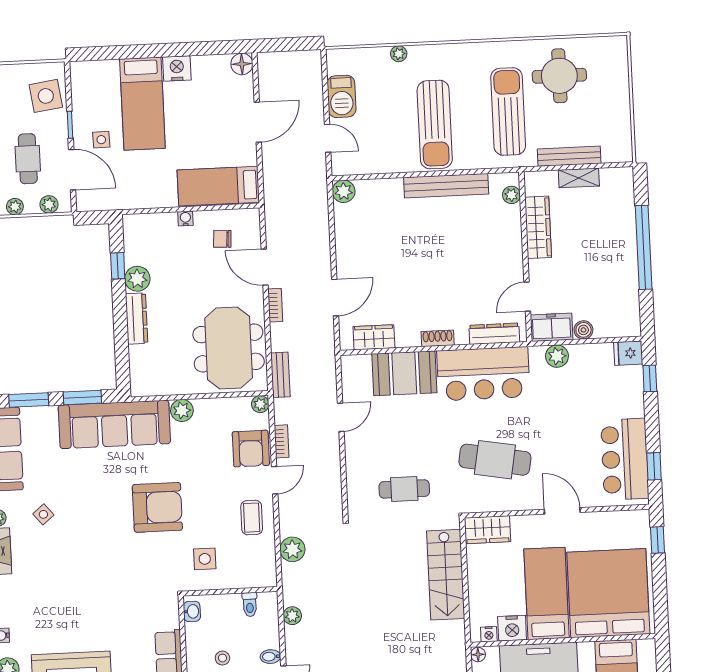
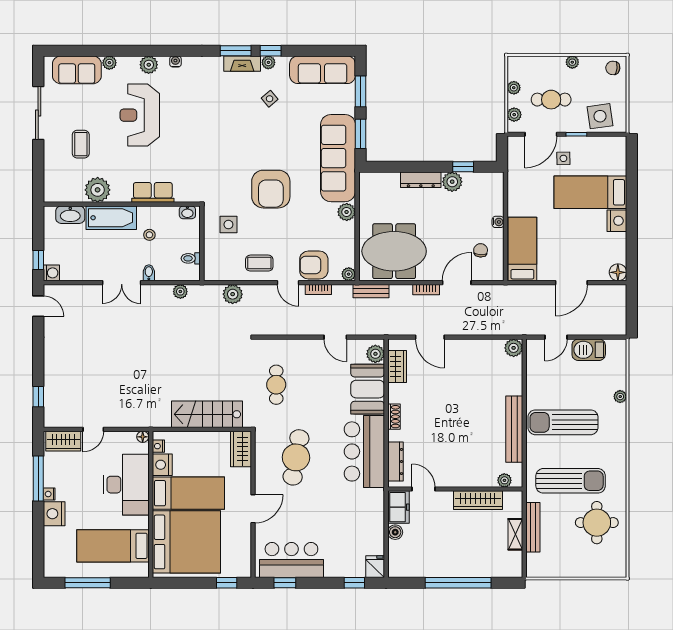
door: (258, 122) -> (571, 283), hinge flipped
plant: (557, 356) -> (375, 354), moved

